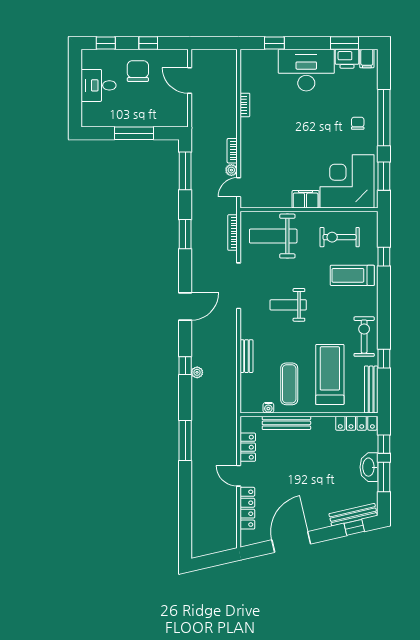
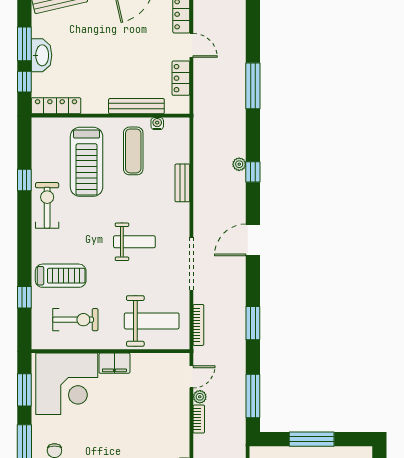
exercise bike: (364, 337) -> (47, 205), turned 180
bench: (371, 389) -> (39, 145), removed

